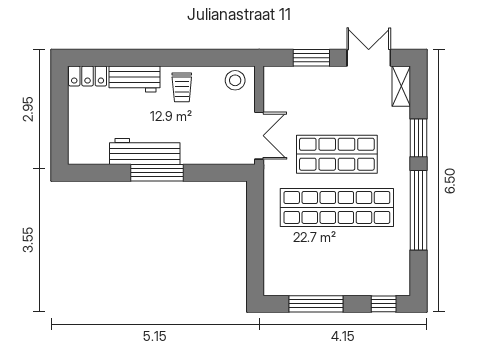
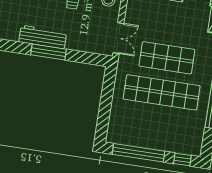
window: (316, 304) -> (139, 153), width x1.46

